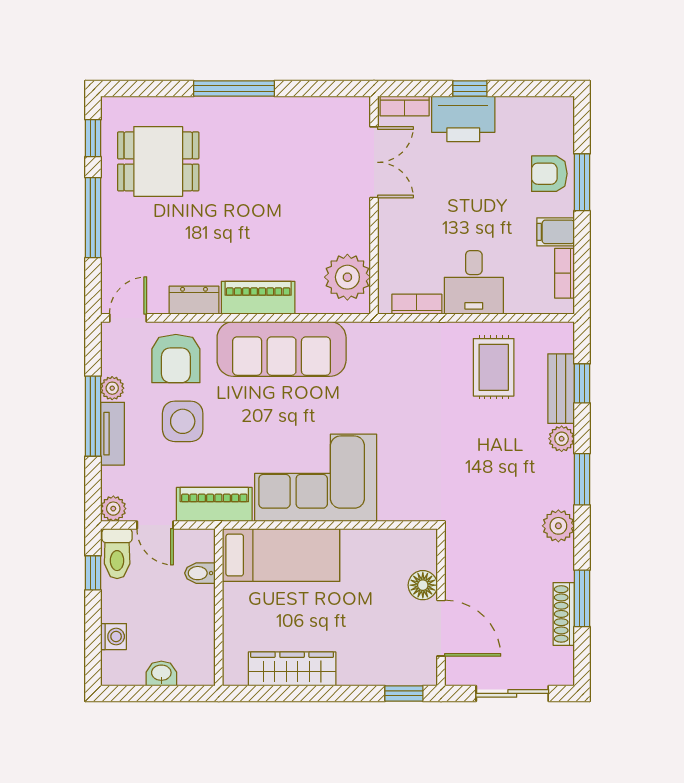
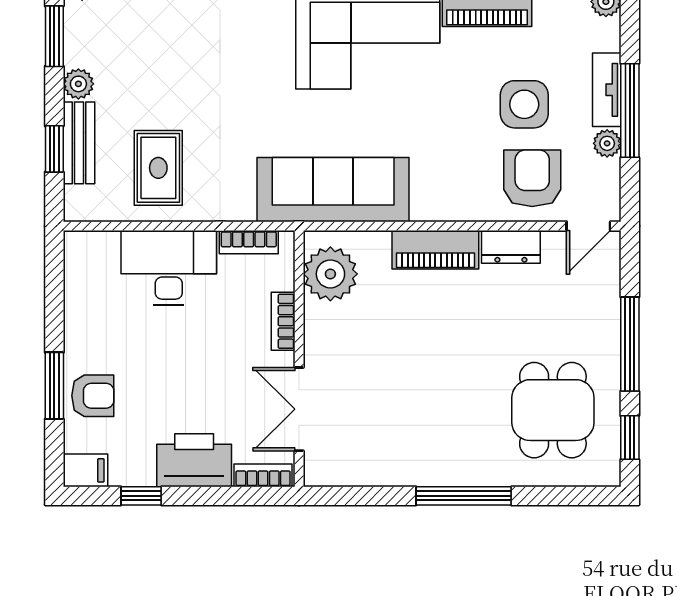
window: (470, 89) -> (141, 496), moved
dining table: (158, 161) -> (553, 410), turned 90
filing cabinet: (556, 232) -> (85, 470), moved
bookcase: (565, 273) -> (283, 321), moved, turned 180
desk: (474, 282) -> (169, 268), width x1.37
sofa: (282, 349) -> (333, 190), moved

